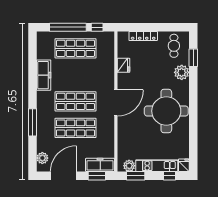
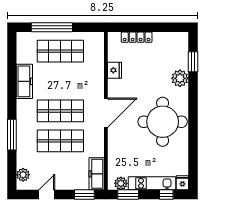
window: (97, 27) -> (85, 27), removed
cafe table: (174, 46) -> (171, 48), removed
freezer: (100, 165) -> (97, 174), moved, turned -90
door: (63, 176) -> (47, 195), width x0.53

